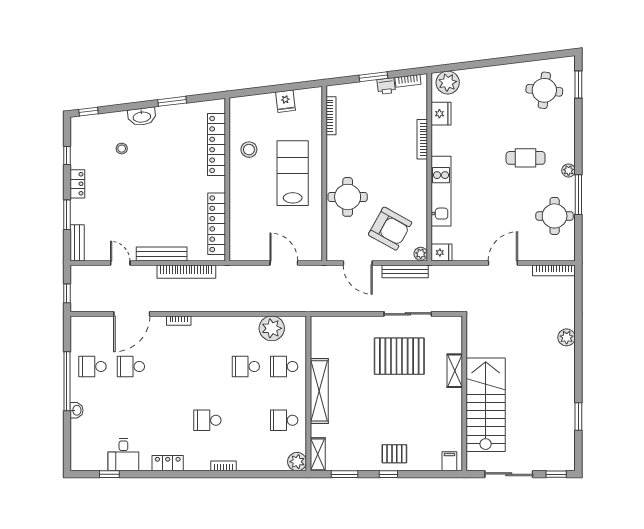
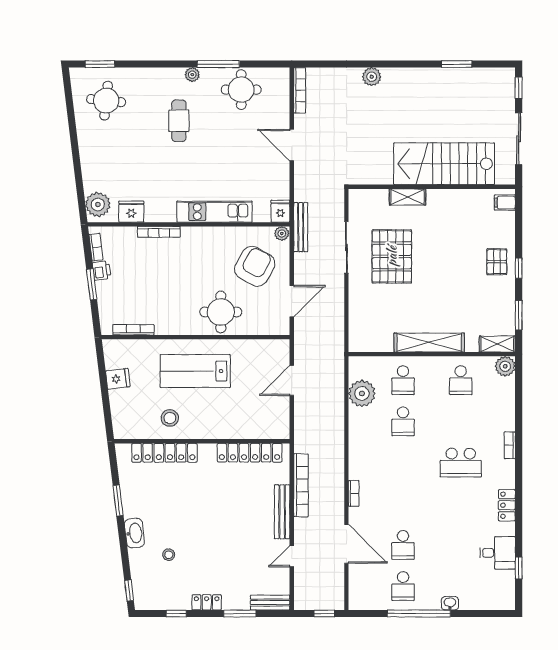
bench: (405, 271) -> (301, 227), moved
school desk: (207, 420) -> (461, 463), width x1.85

